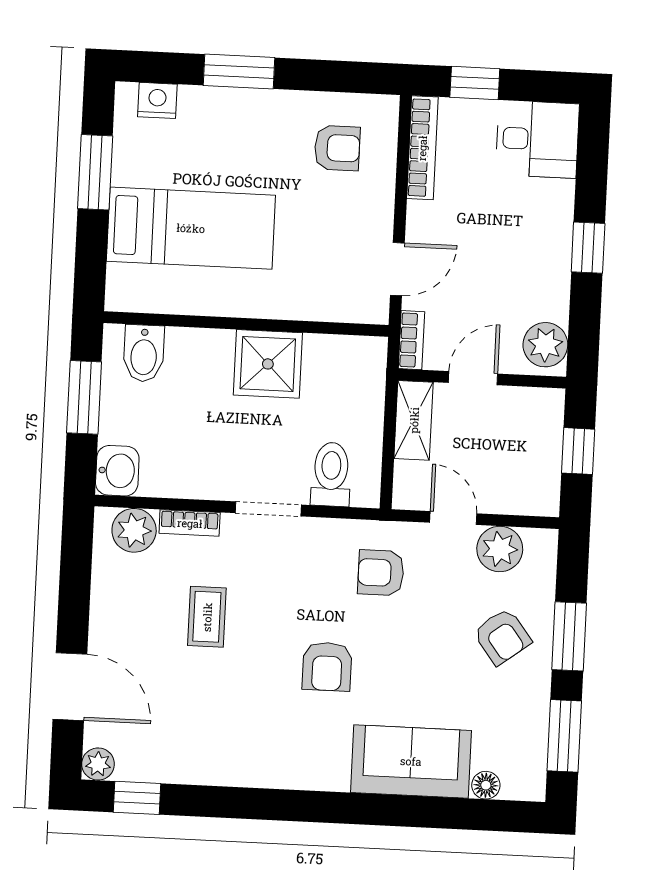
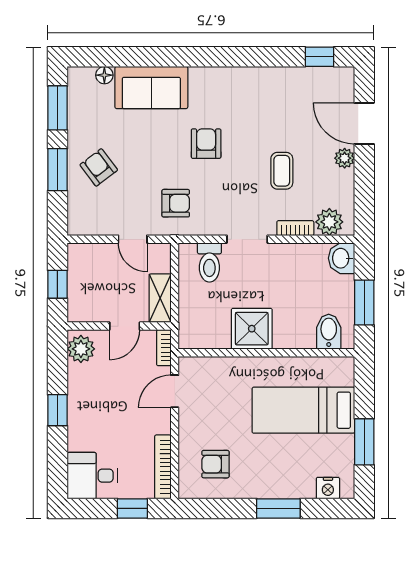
plant: (500, 549) -> (103, 221), removed
plant: (98, 764) -> (345, 158), moved

